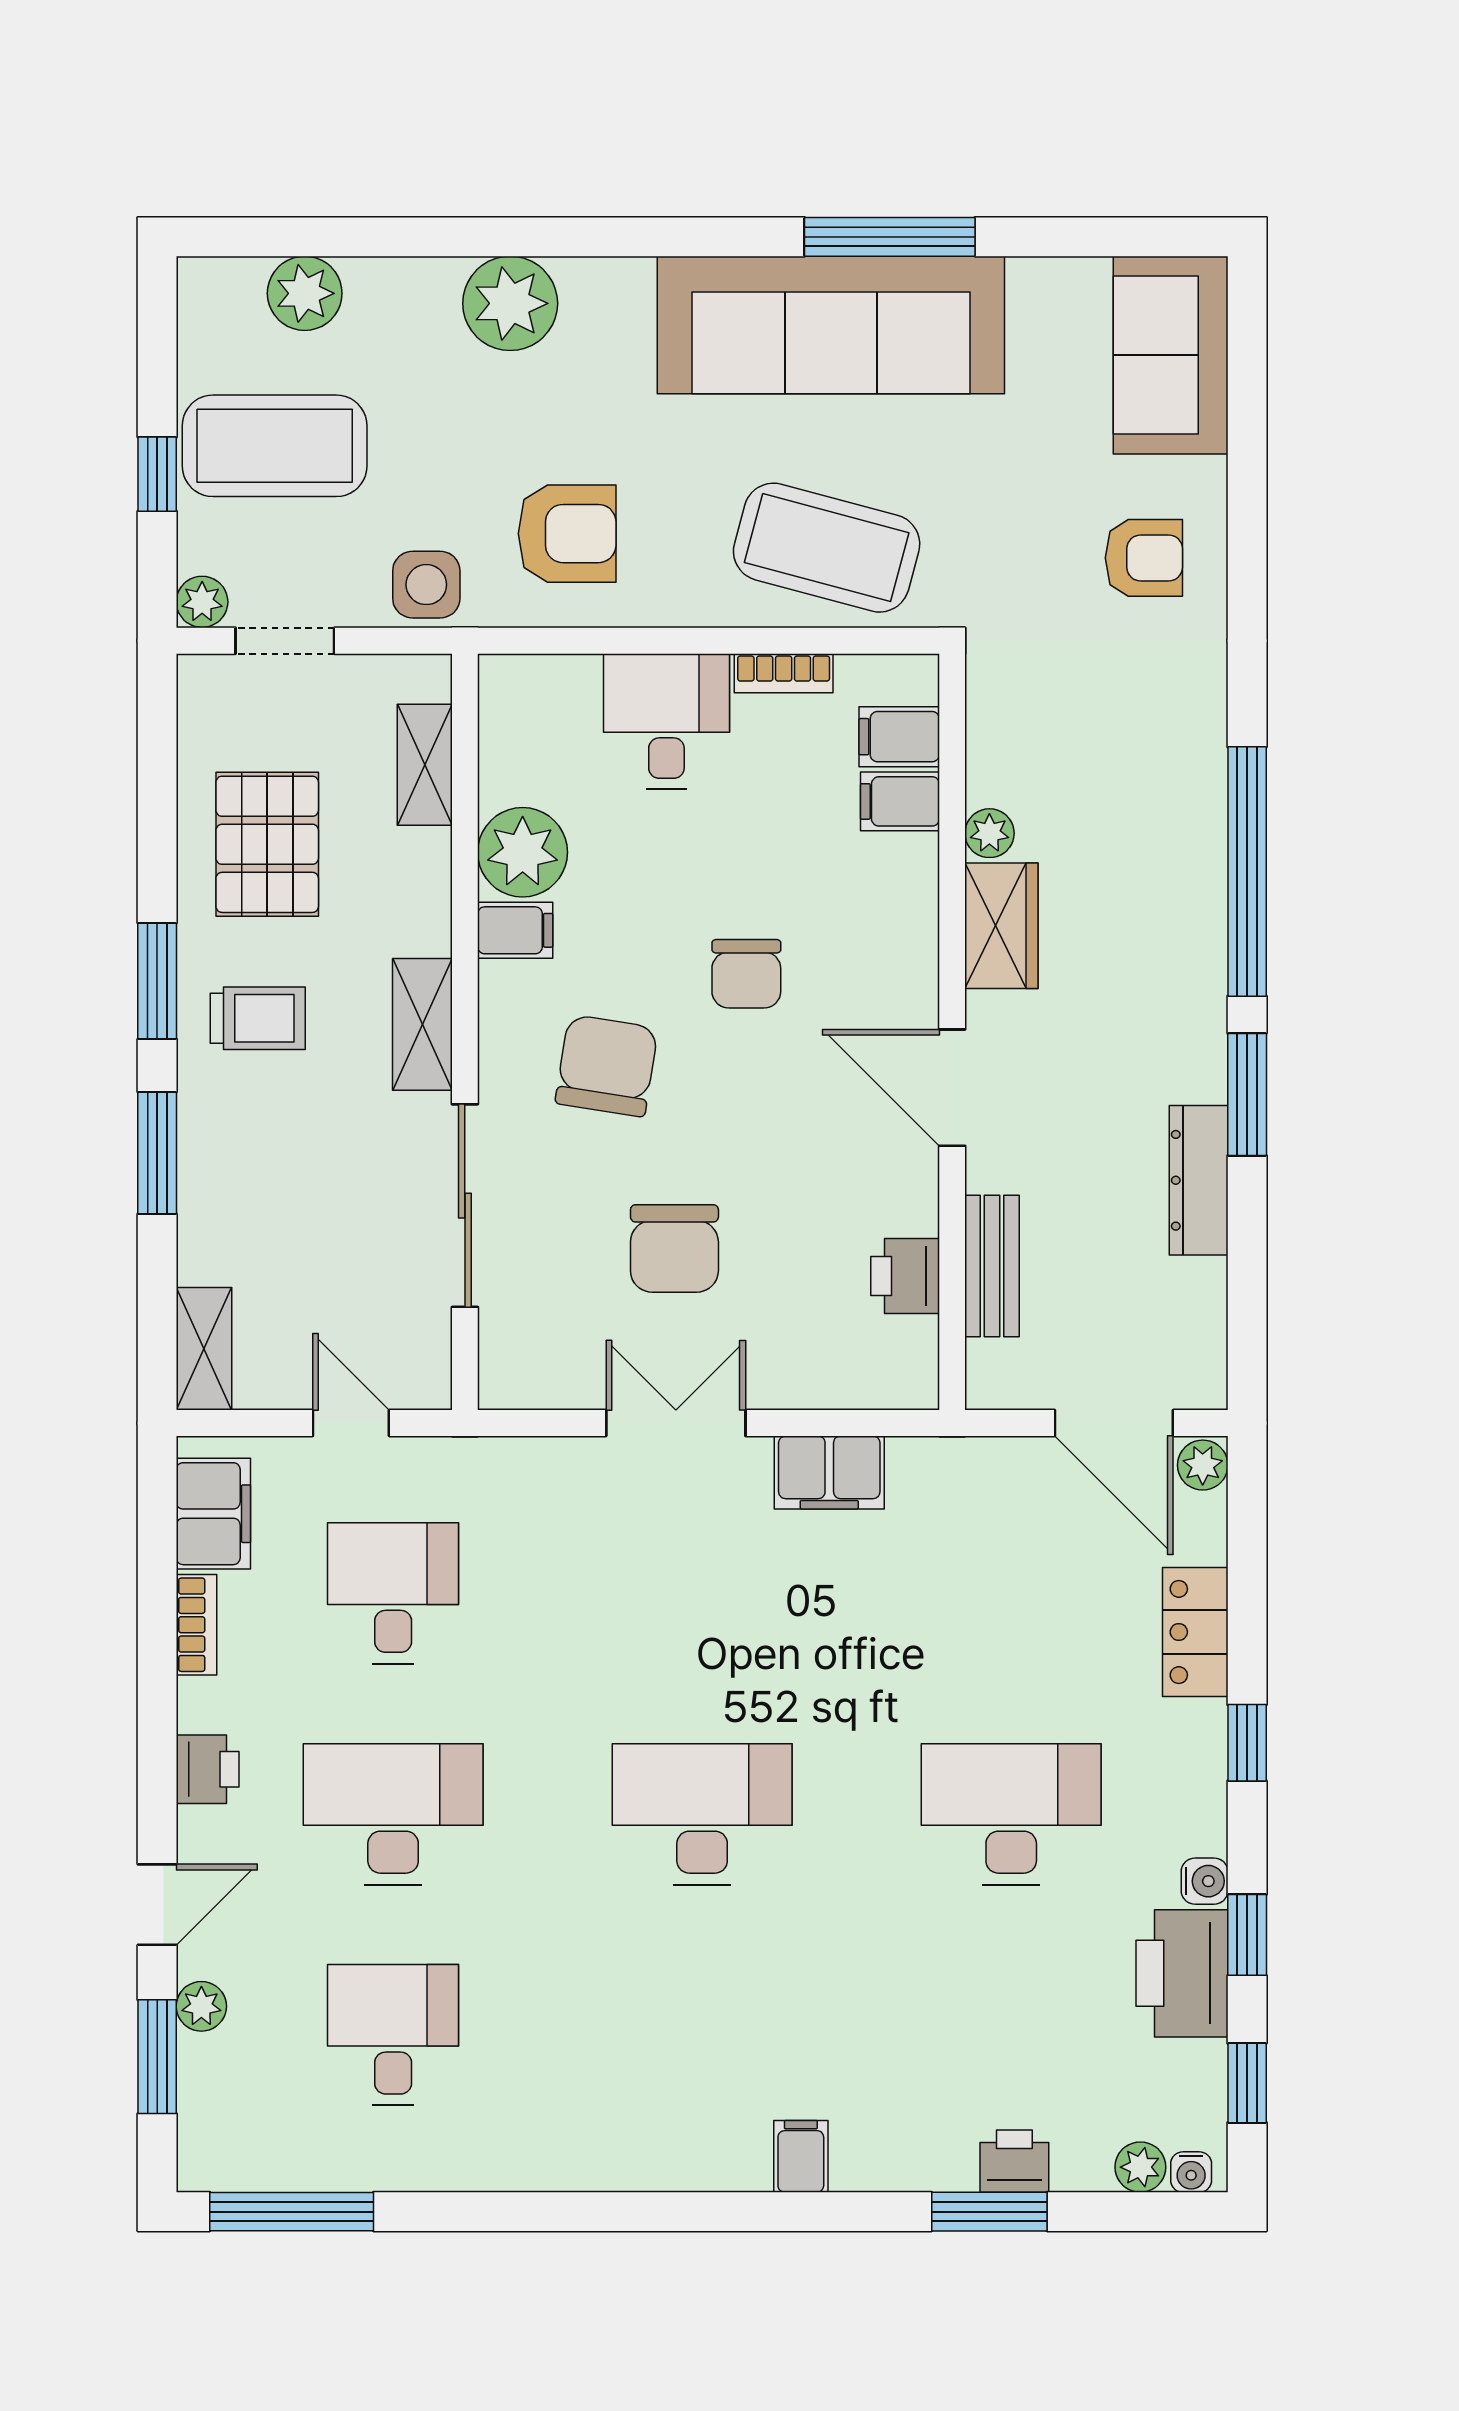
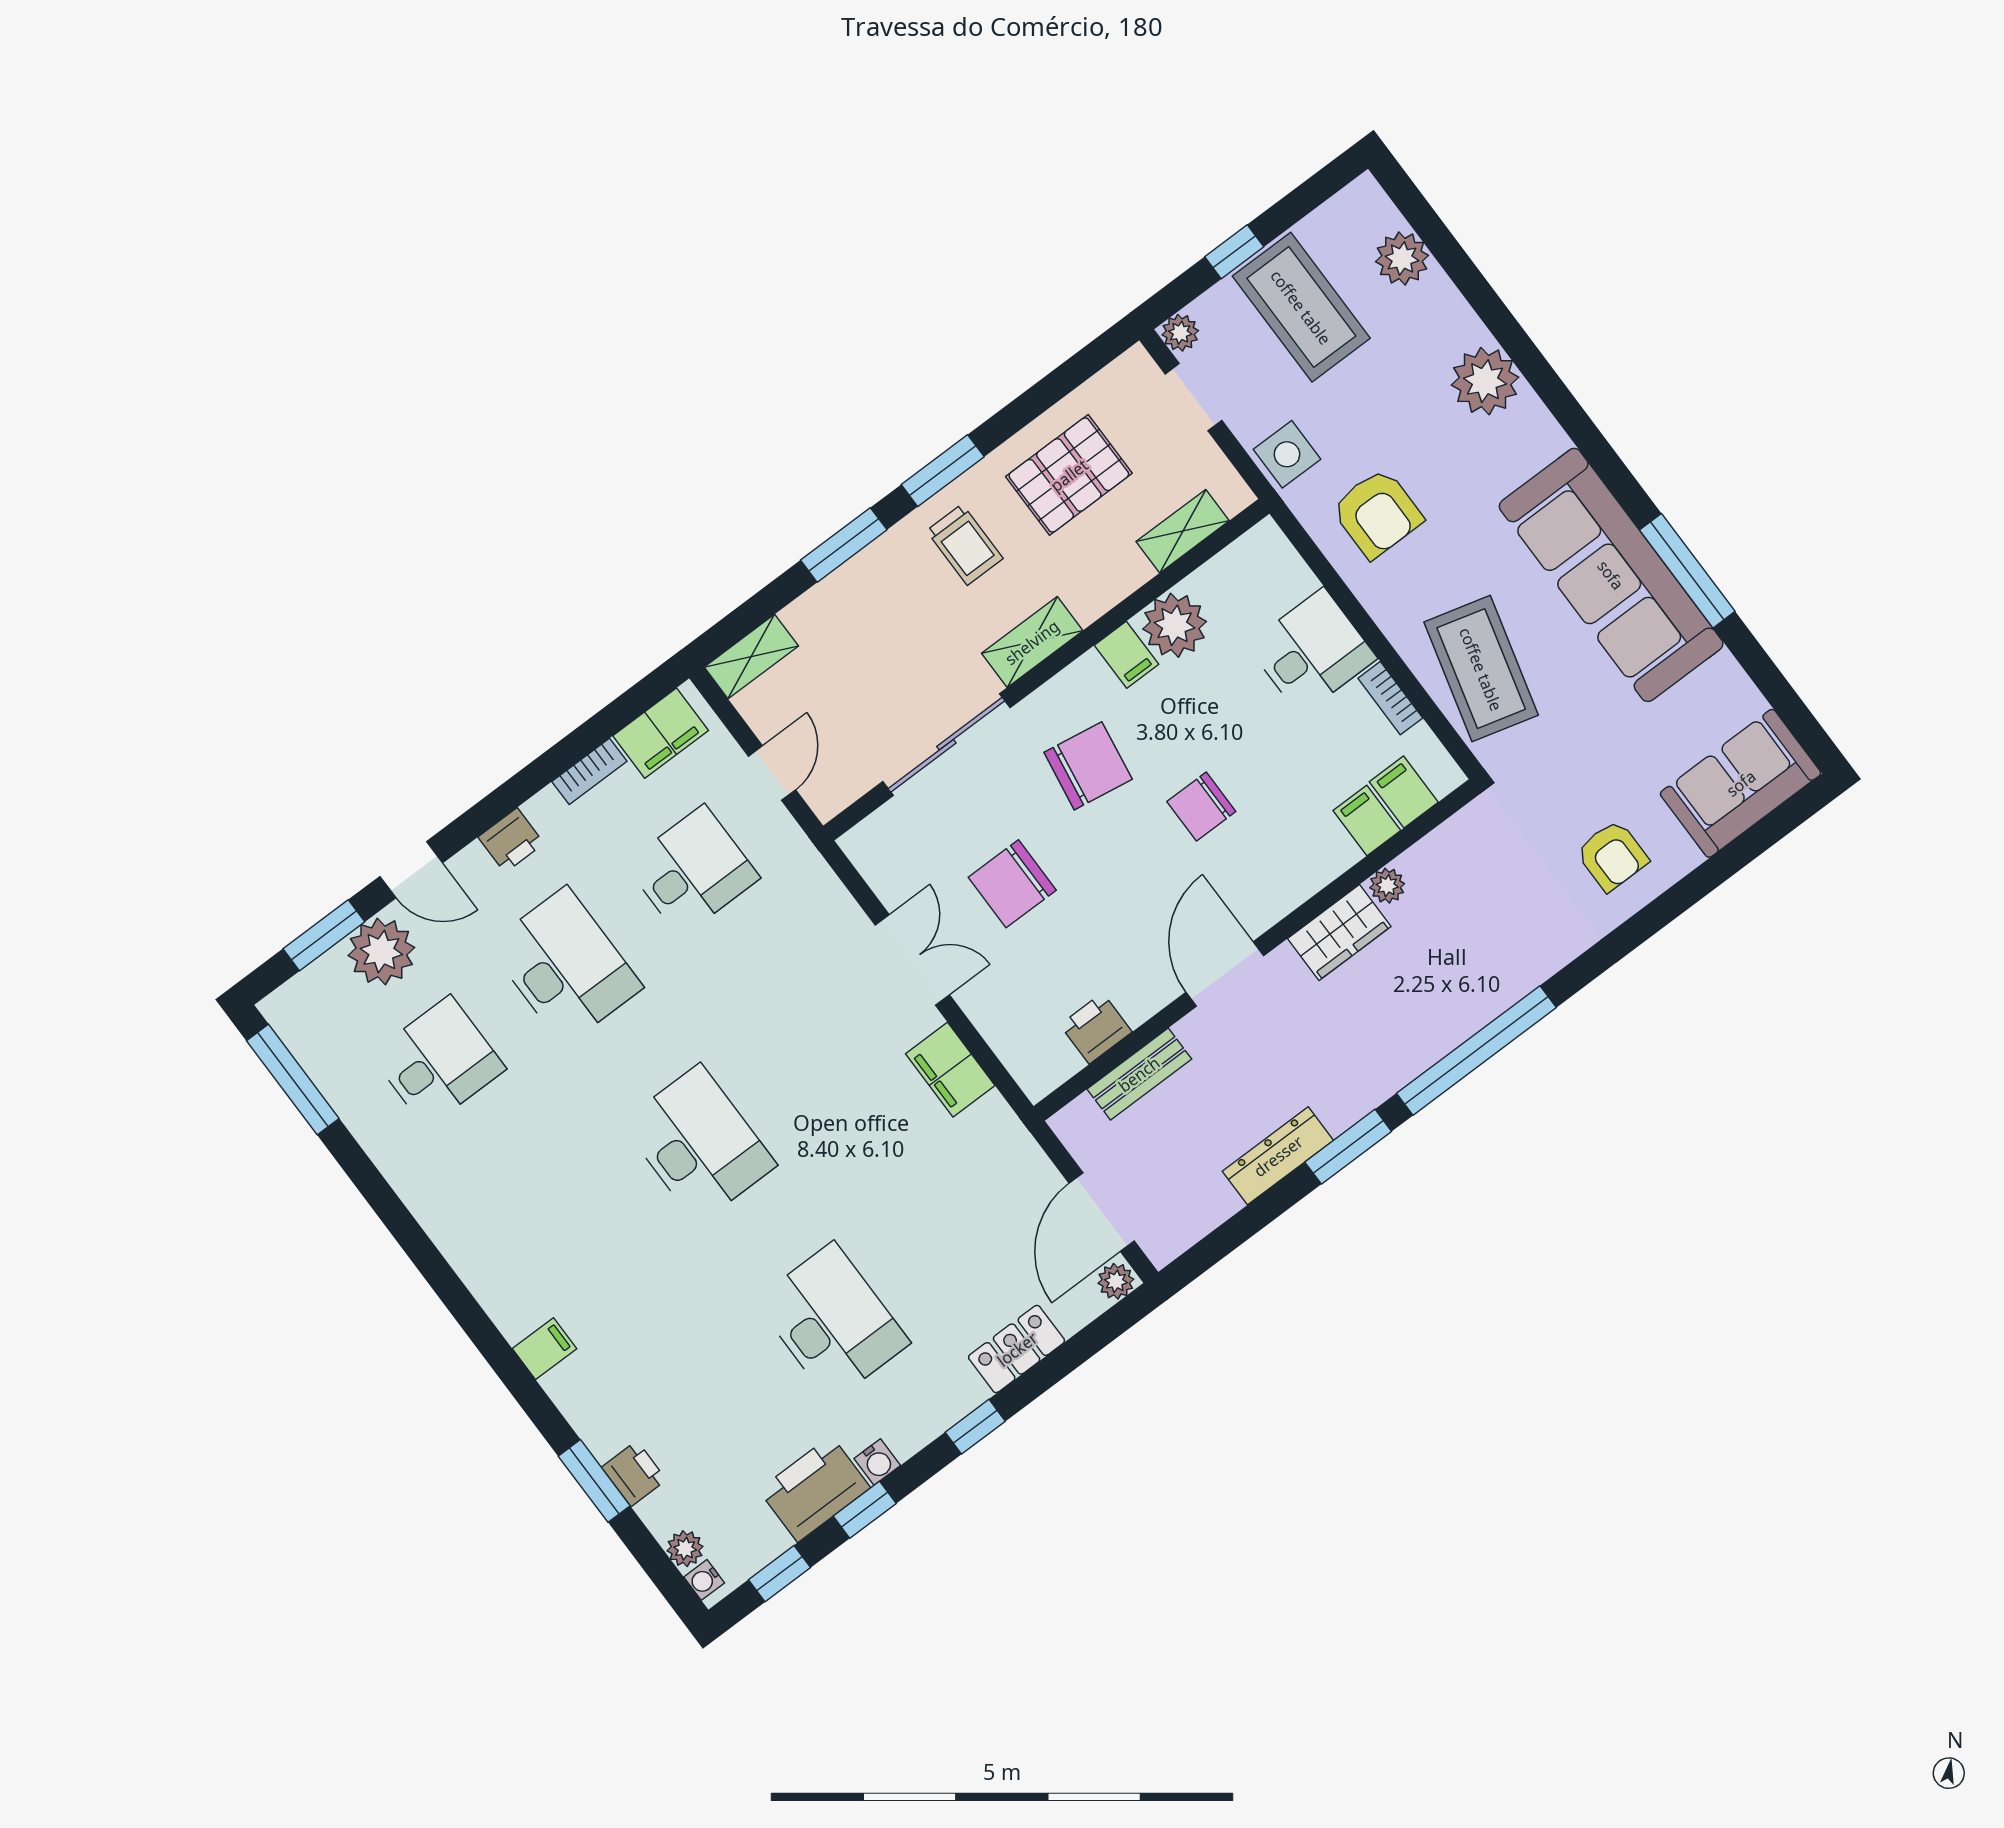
plant: (201, 2006) -> (381, 952), width x1.88, depth x1.88

